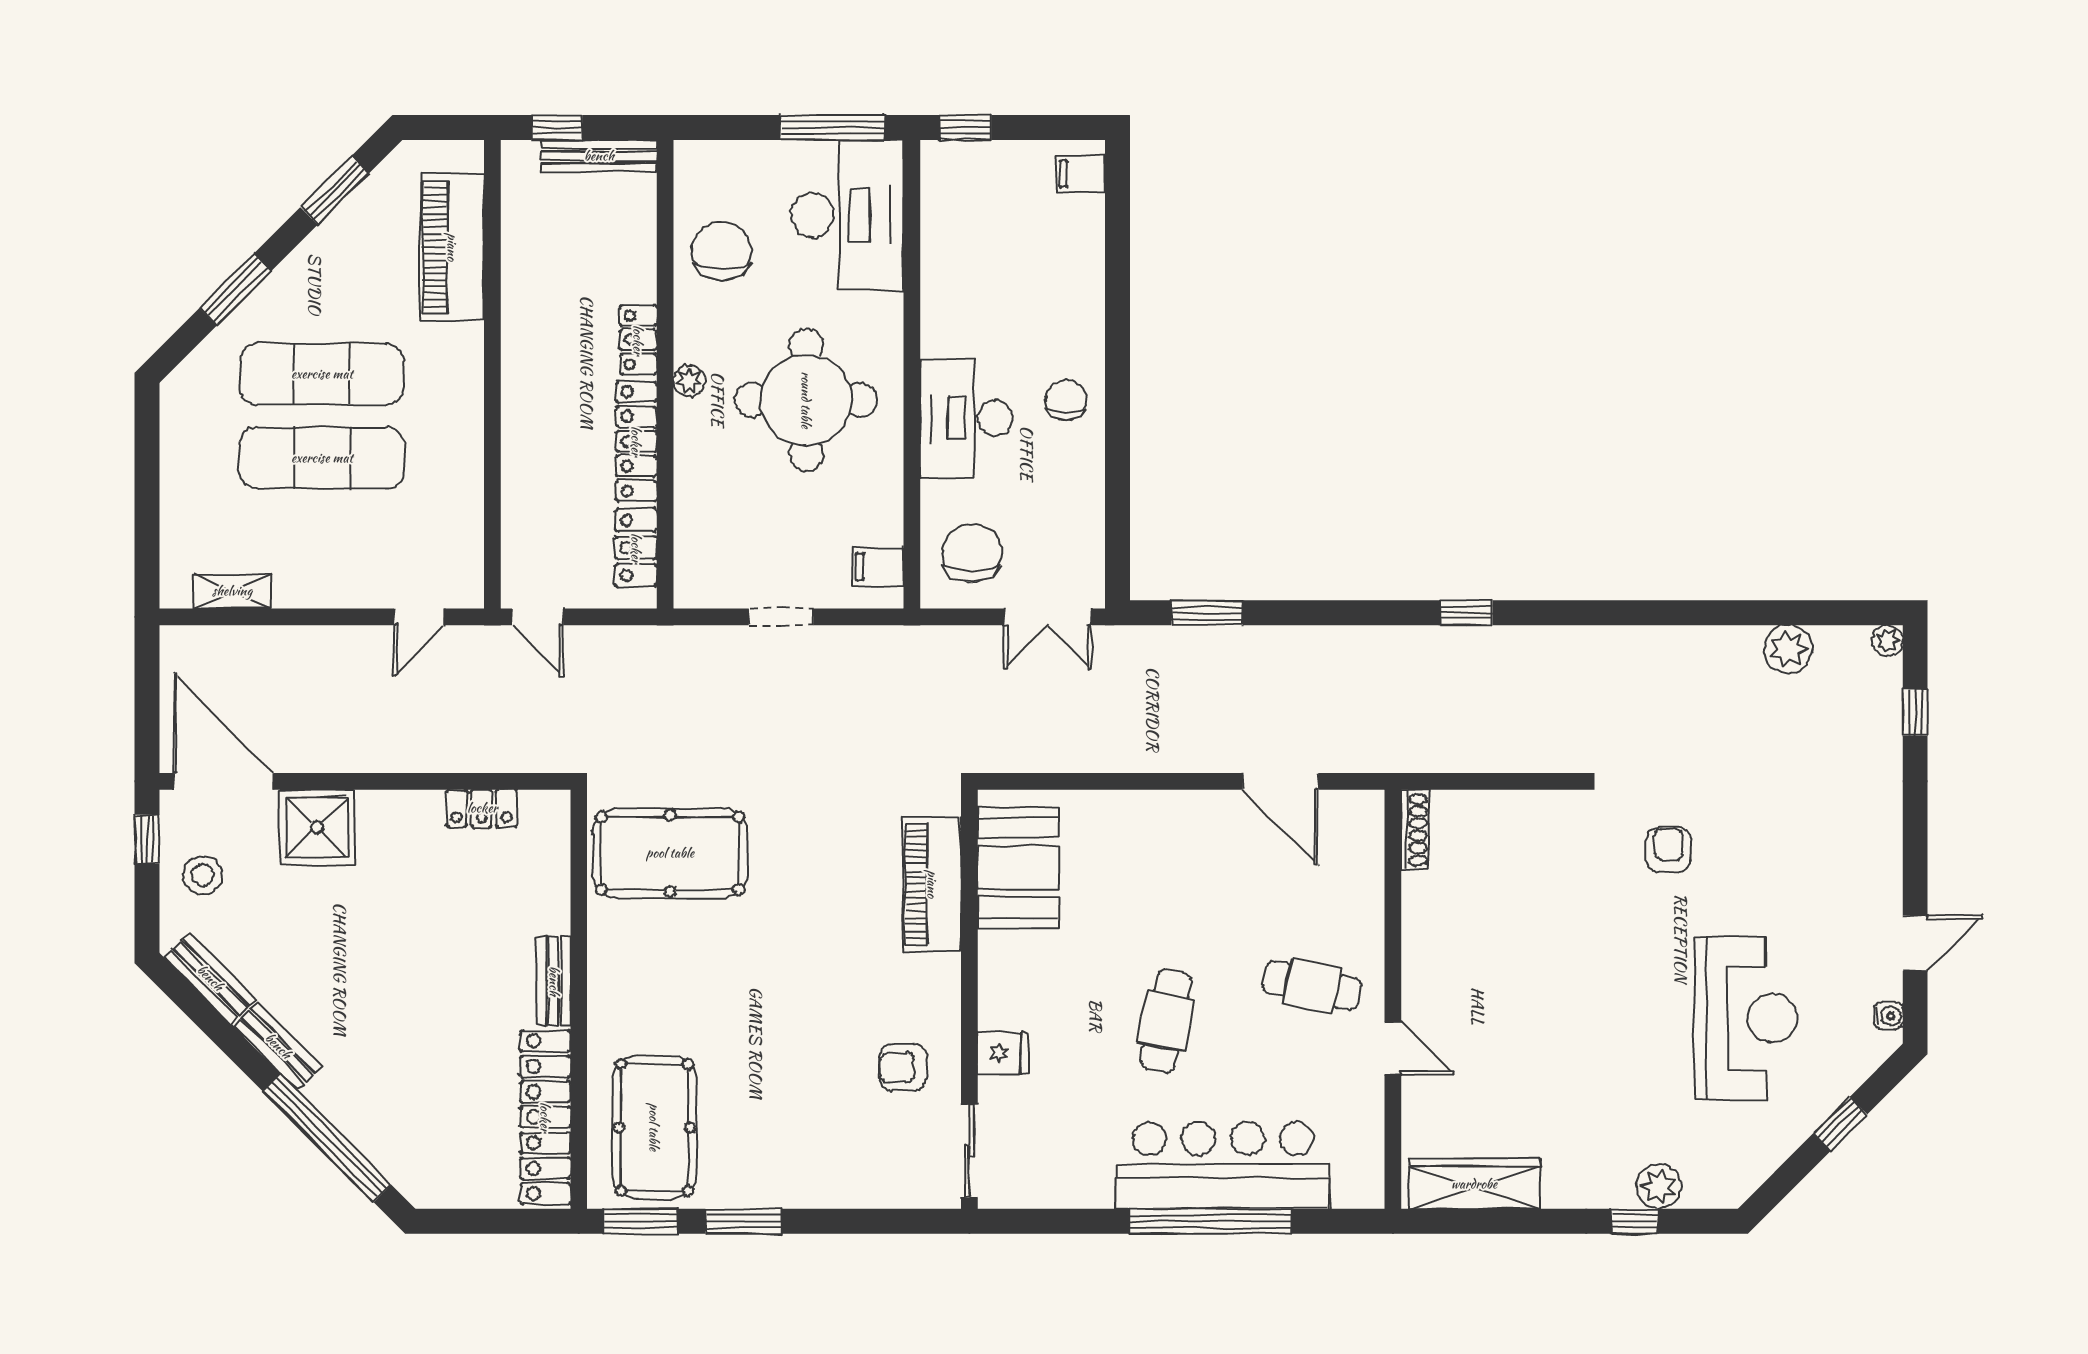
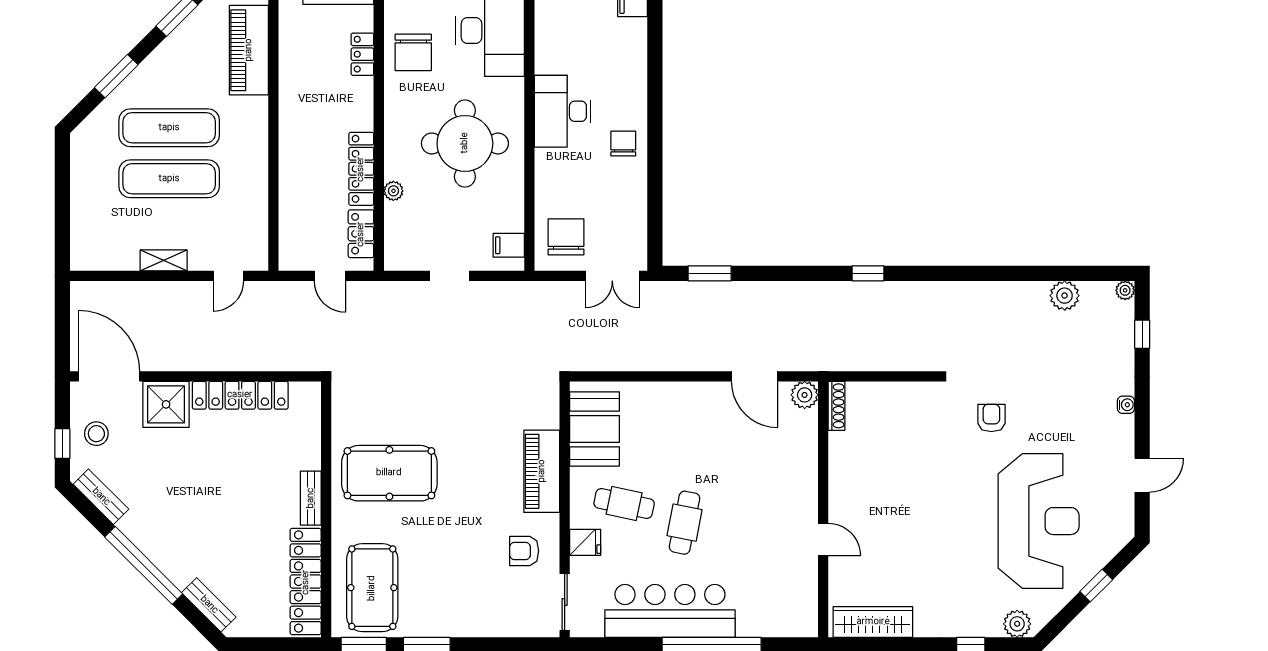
chair: (722, 251) -> (413, 52), turned 180
locker: (638, 340) -> (362, 54), moved
plant: (689, 381) -> (393, 191), moved
desk: (966, 418) -> (563, 111), moved
shelving: (232, 591) -> (164, 260), moved
door: (538, 617) -> (330, 276), moved
locker: (482, 808) -> (240, 395), width x2.16, depth x1.21
plant: (1362, 812) -> (805, 395), added
window: (147, 839) -> (62, 444), moved
pool table: (670, 853) -> (389, 473), moved
piano: (932, 884) -> (542, 471), moved
cafe table: (1312, 986) -> (624, 503), moved
water cooler: (1889, 1016) -> (1126, 405), moved
reception desk: (1746, 1018) -> (1039, 521), width x1.36, depth x1.30
bench: (278, 1046) -> (209, 605), moved
window: (327, 1138) -> (144, 565), moved
bar counter: (1223, 1166) -> (670, 611), moved
plant: (1659, 1187) -> (1017, 624), moved

